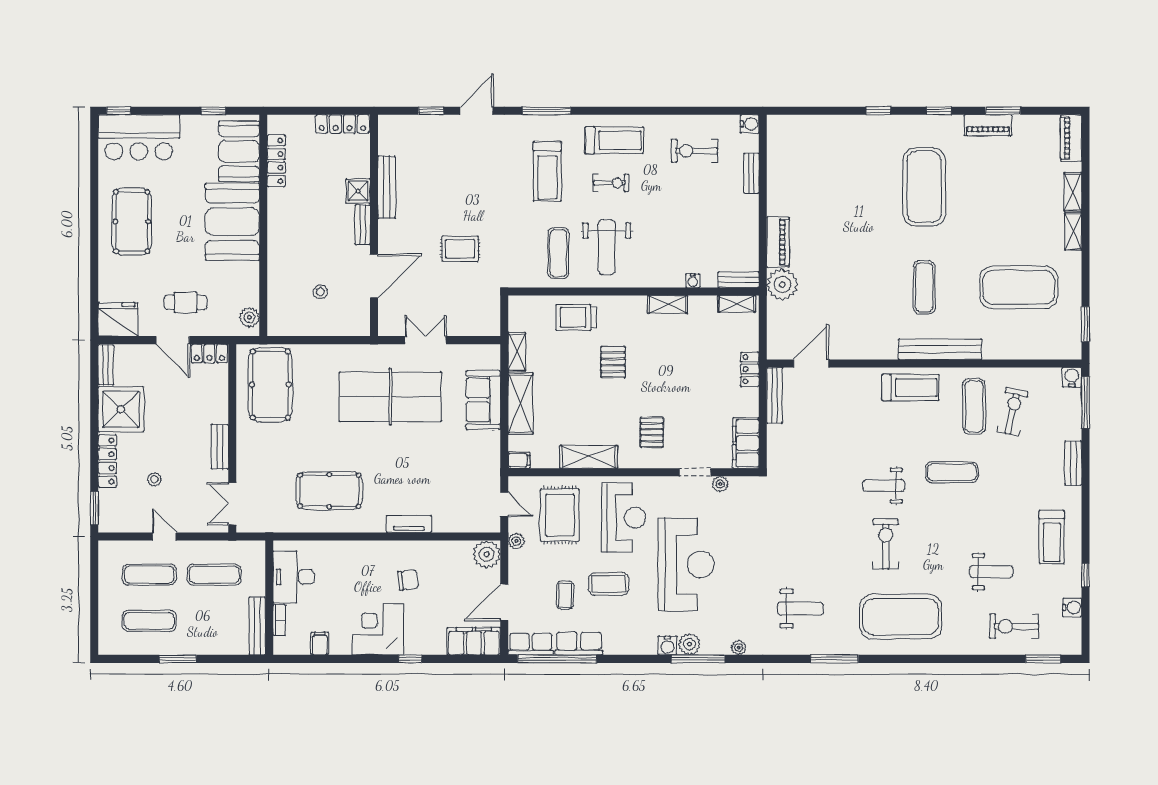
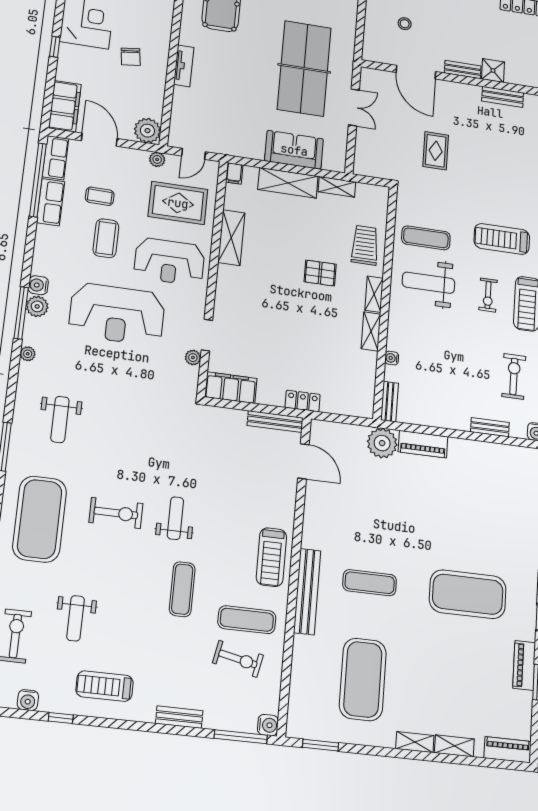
bench: (387, 187) -> (503, 97), width x0.73
shelving: (737, 304) -> (374, 294), moved
pallet: (652, 432) -> (250, 300), removed

